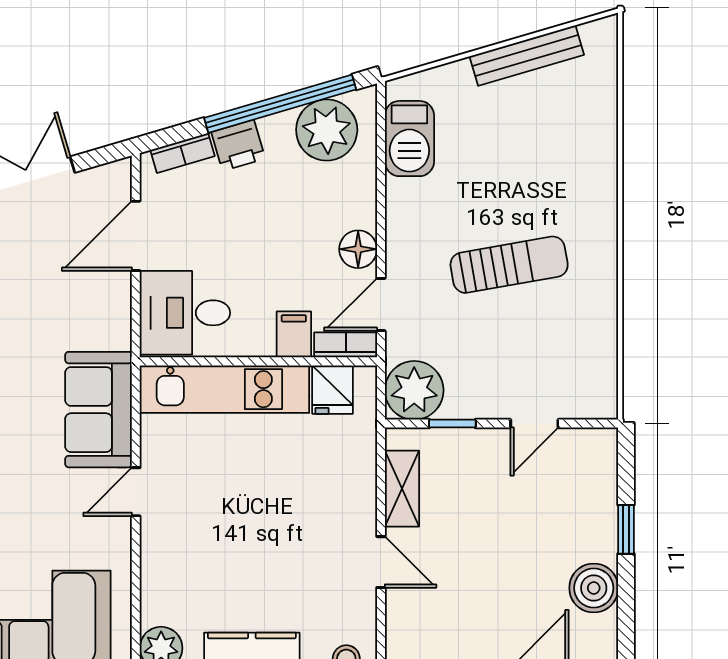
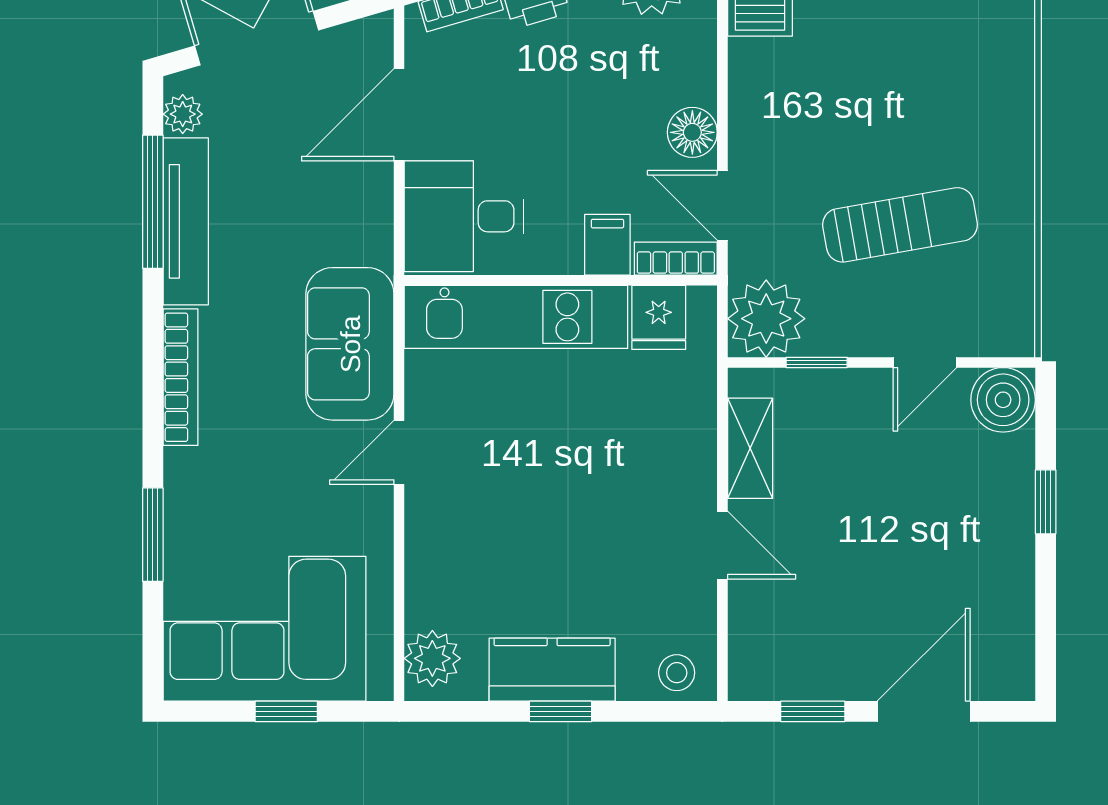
sun lounger: (509, 265) -> (900, 225), moved
door: (381, 305) -> (722, 205), hinge flipped
boiler: (594, 588) -> (1003, 400), moved

